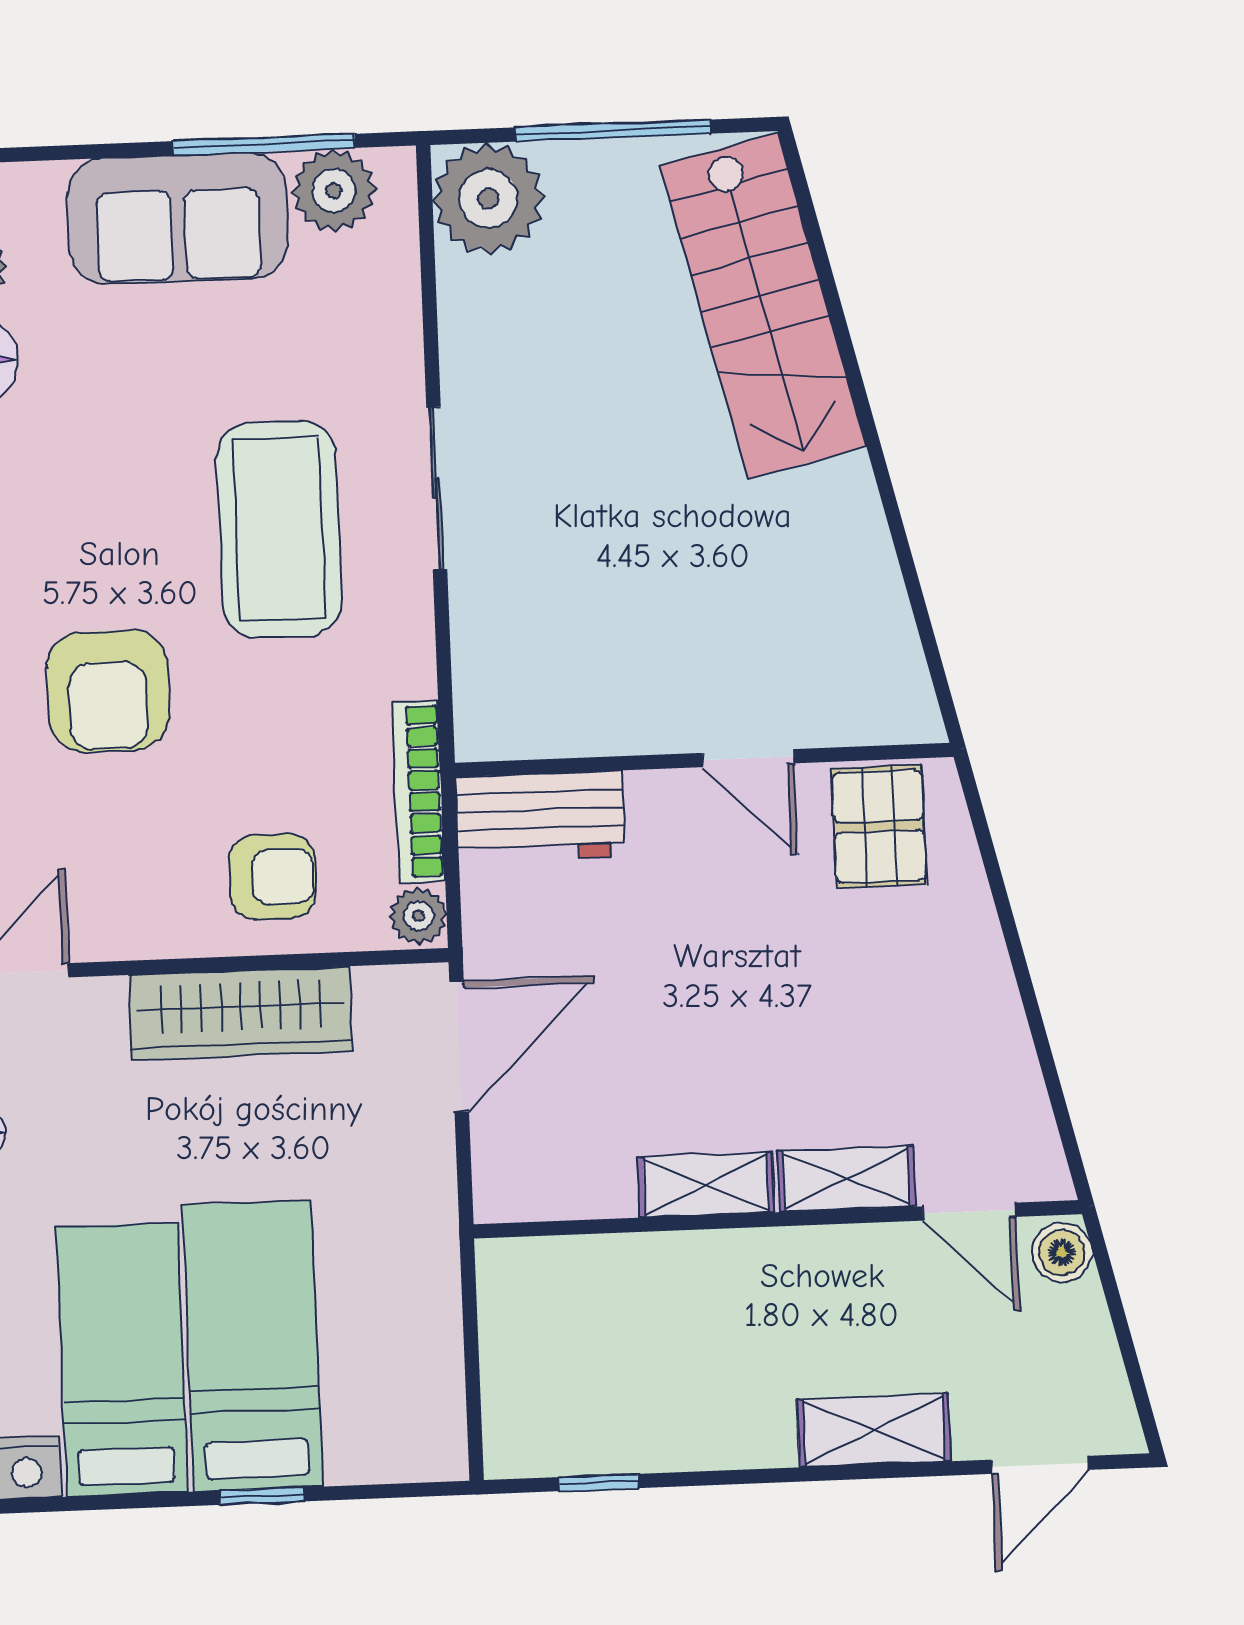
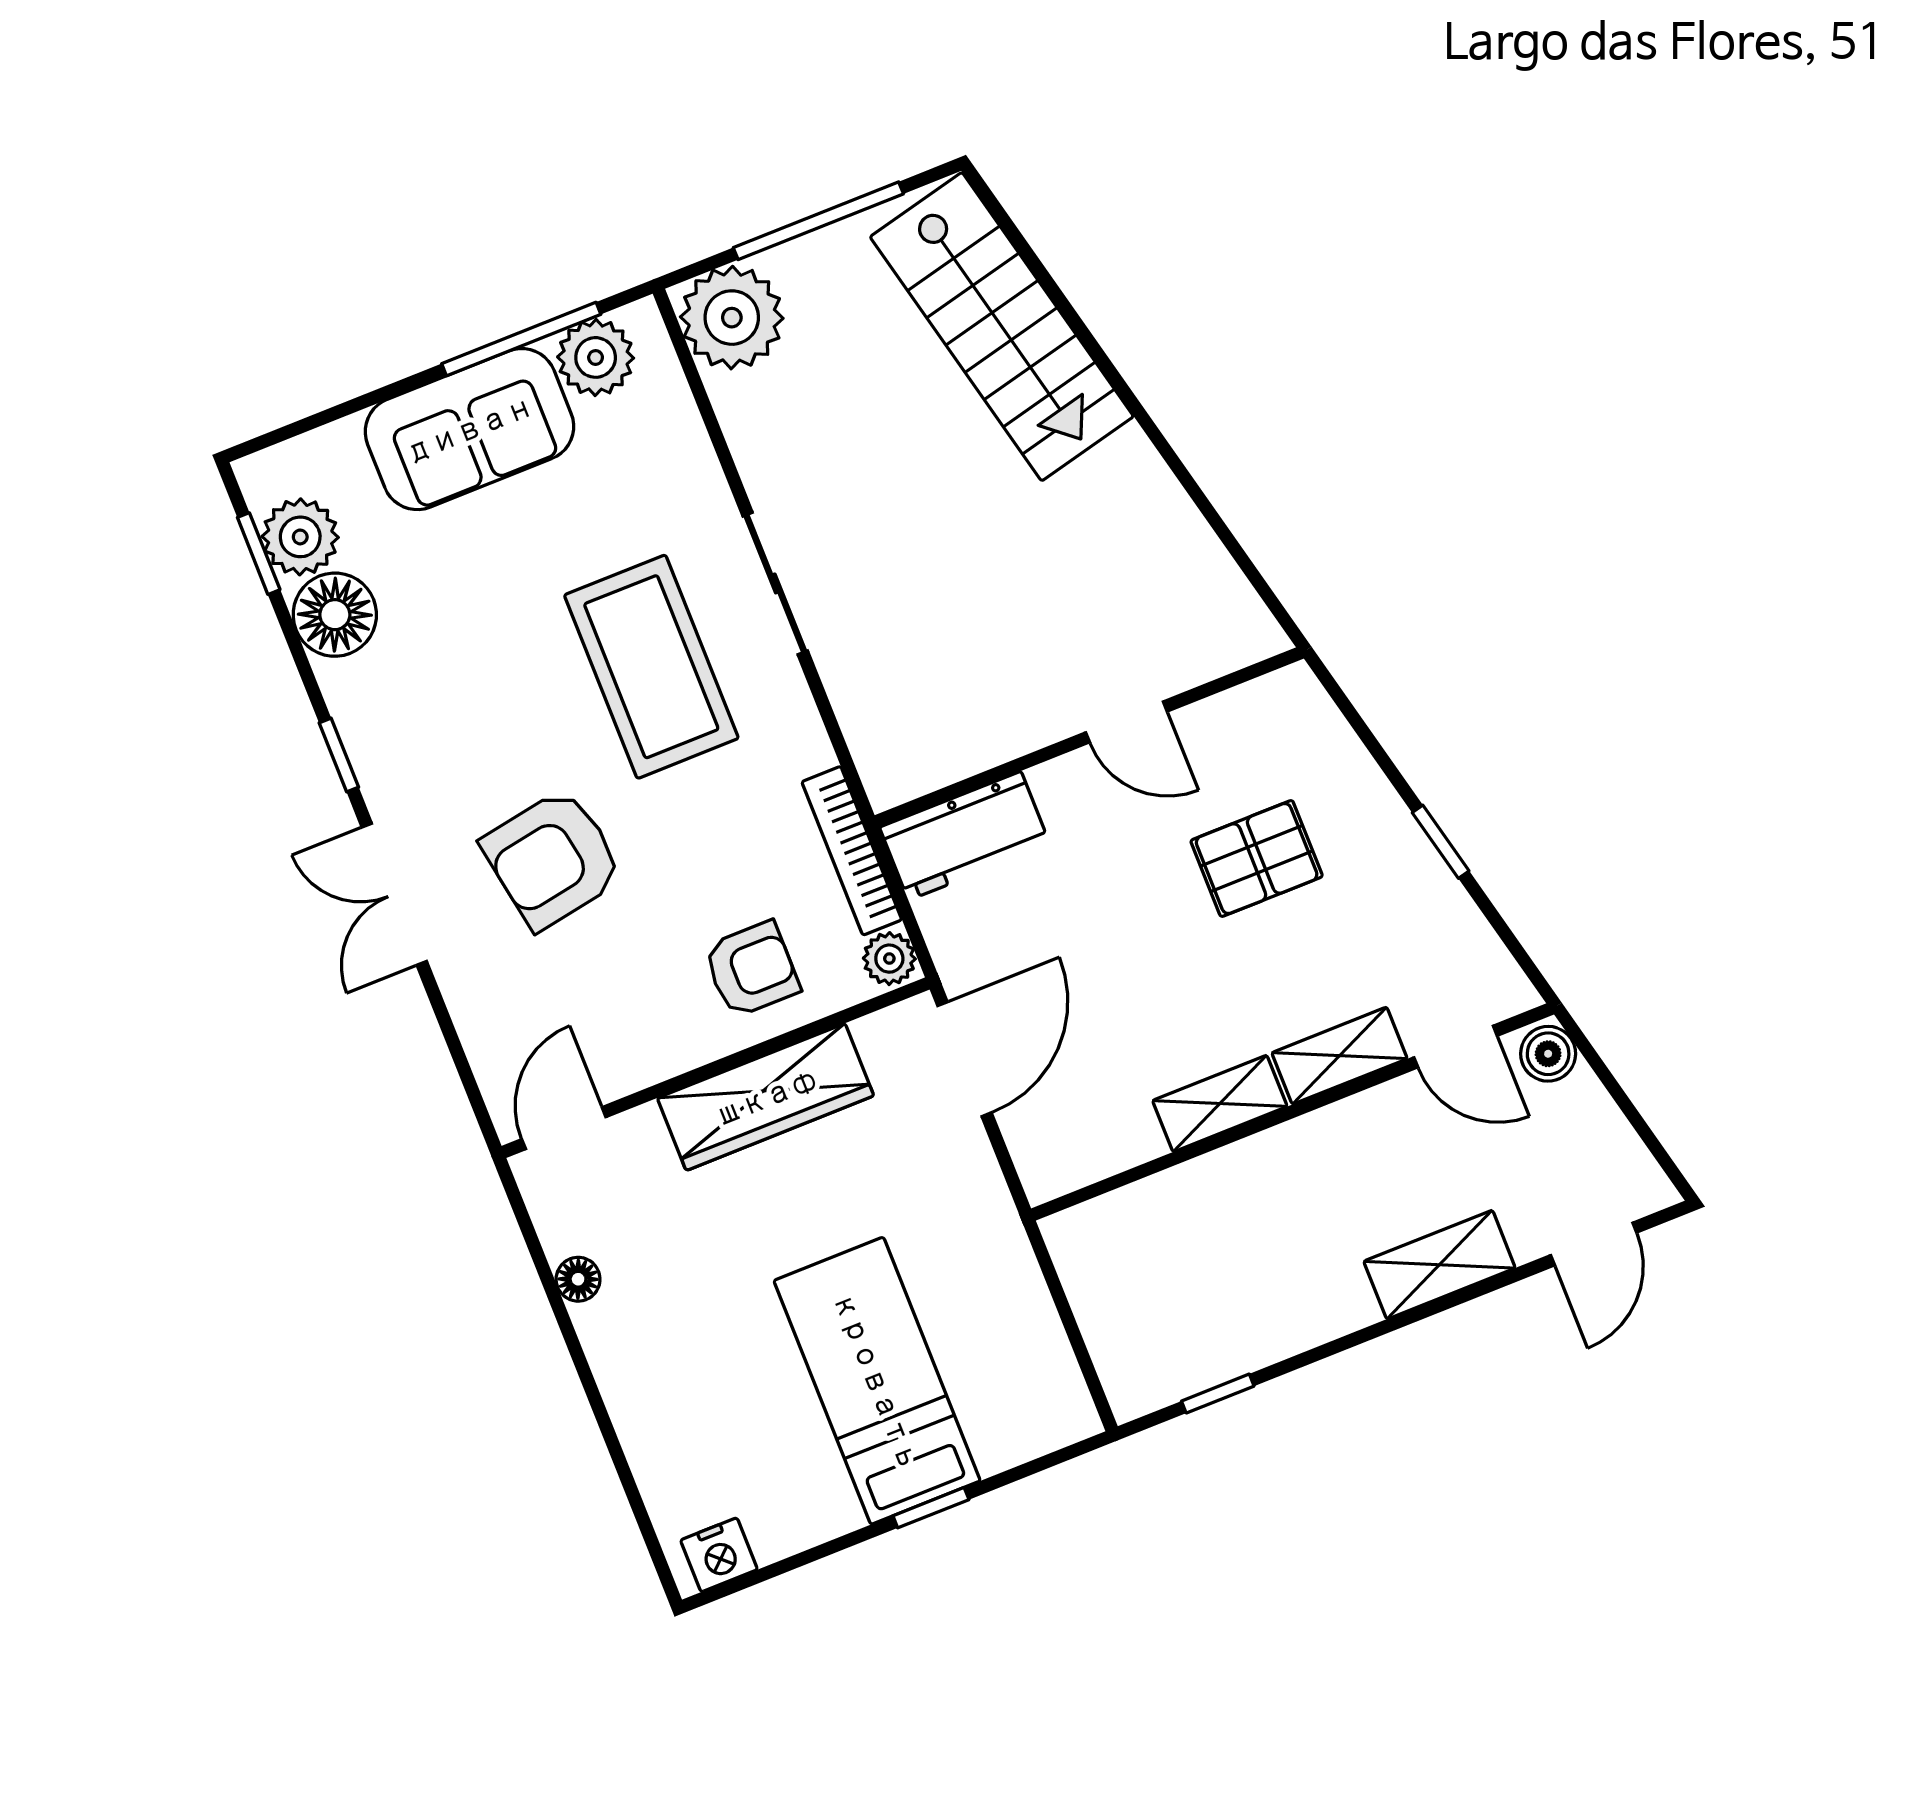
armchair: (108, 691) -> (553, 859), turned 80
pallet: (879, 826) -> (1257, 859), moved, turned 90
window: (1028, 995) -> (1441, 842), added
bed: (122, 1360) -> (768, 1432), removed

